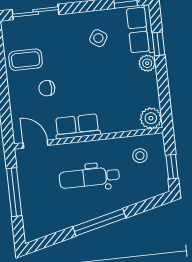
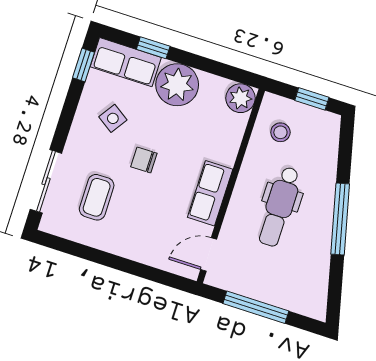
coffee table: (26, 60) -> (97, 197), moved
plant: (147, 63) -> (177, 85), width x1.87, depth x1.87
chair: (47, 88) -> (144, 160), moved, turned 90

